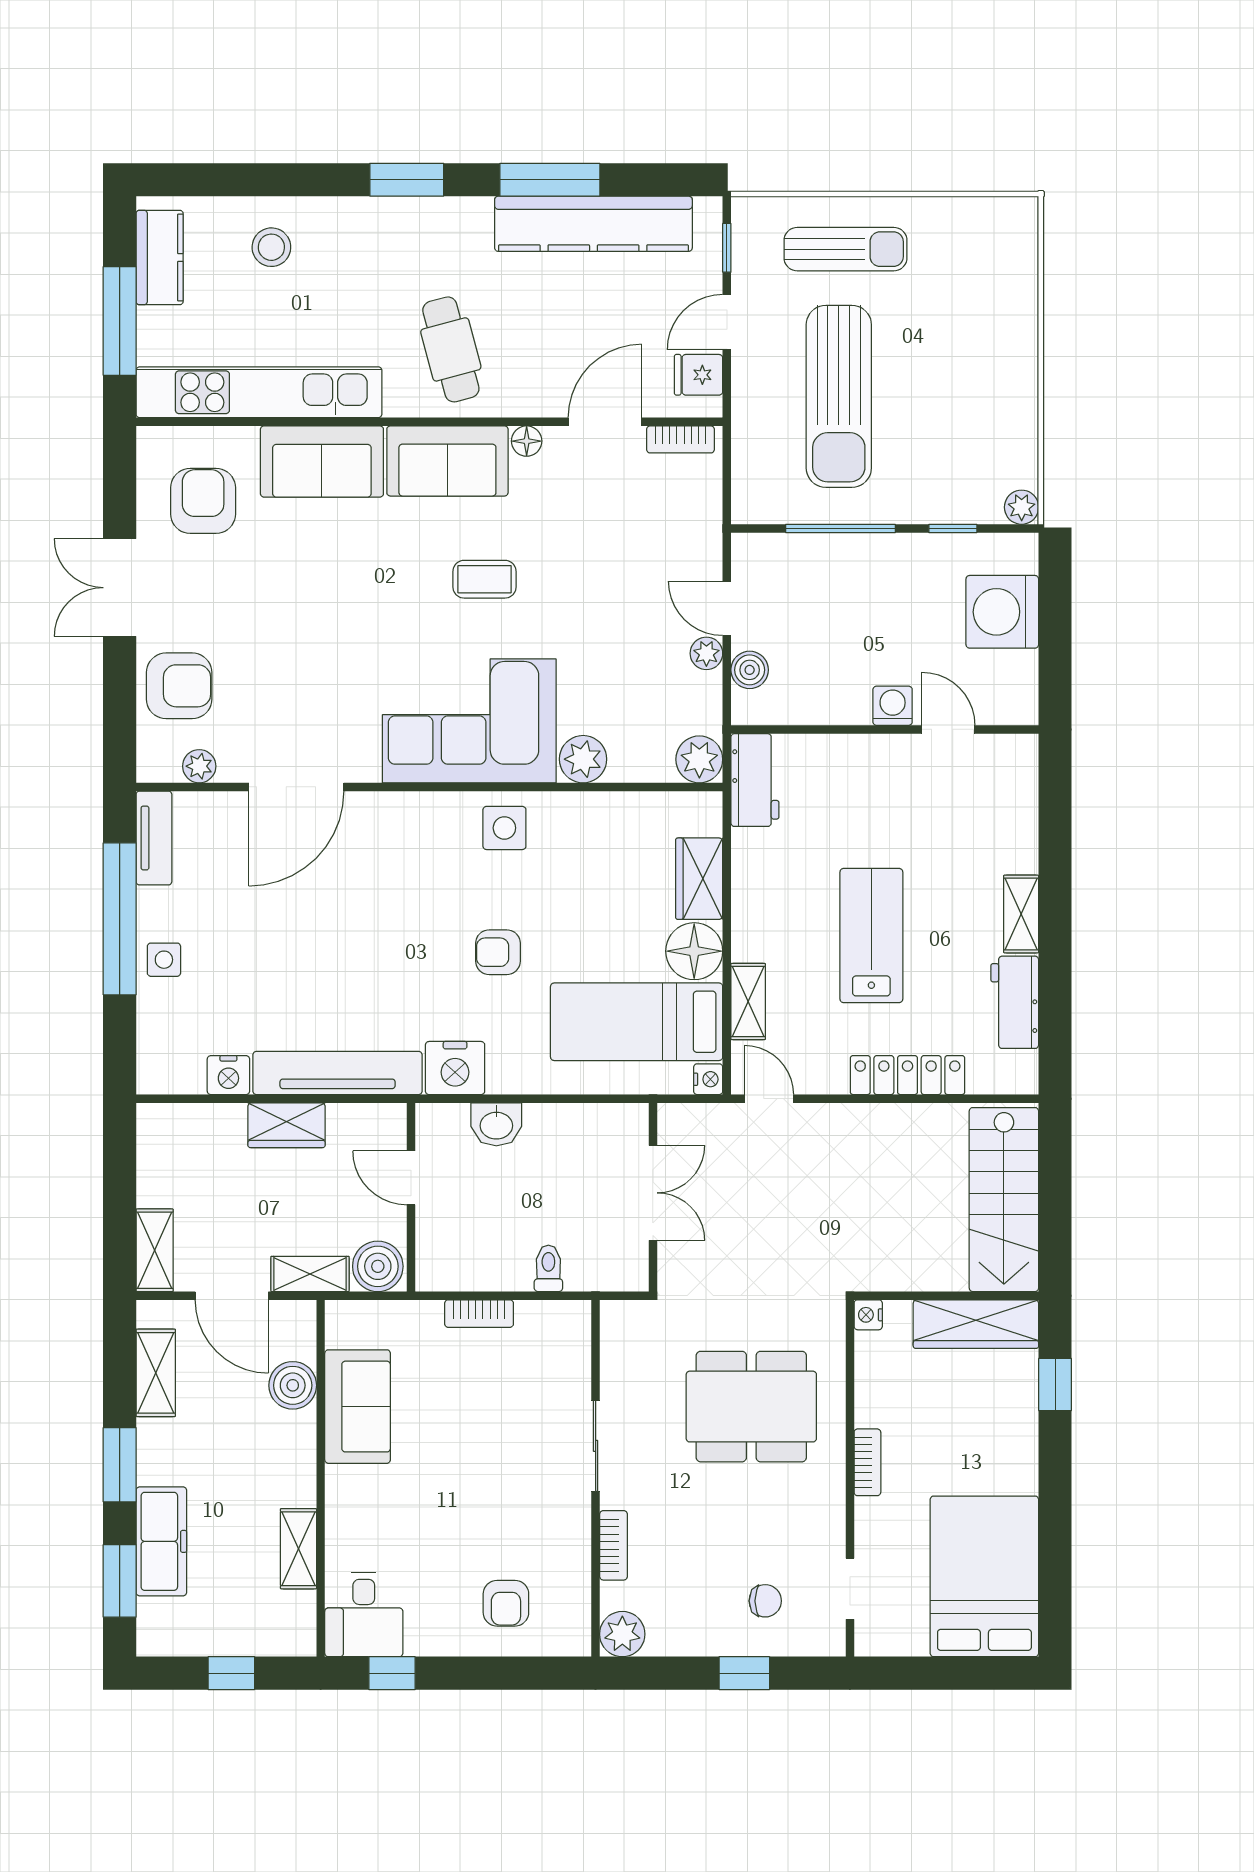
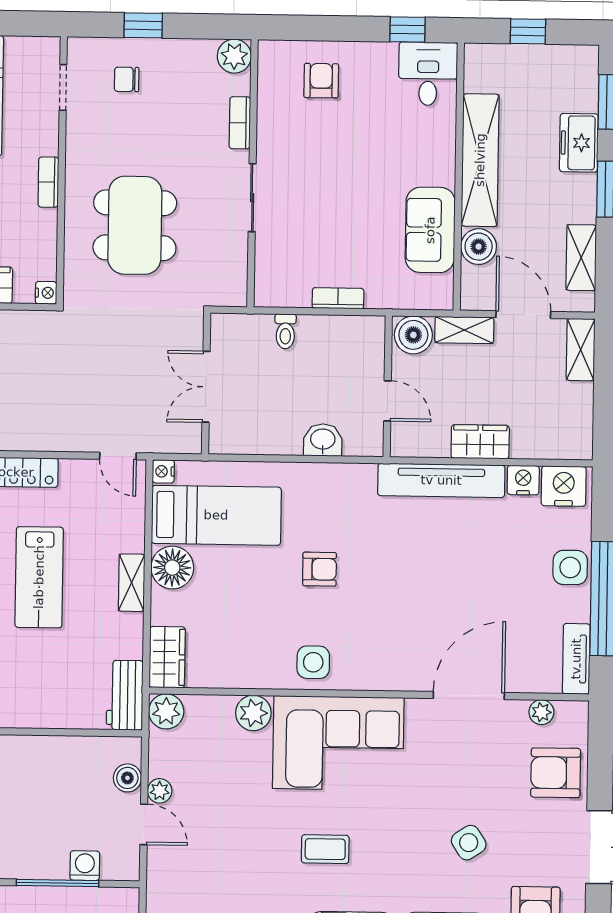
side table: (293, 591) -> (469, 843), added
washing machine: (893, 706) -> (85, 866), moved, turned 180
wardrobe: (699, 879) -> (167, 657), moved
side table: (164, 960) -> (570, 567), width x1.37, depth x1.37
shelving: (748, 1001) -> (132, 583), moved
nightstand: (455, 1068) -> (564, 486), moved
dining table: (751, 1407) -> (135, 225), turned 90
freezer: (161, 1541) -> (579, 143), width x0.71
shelving: (299, 1549) -> (480, 160), width x2.20, depth x1.33

